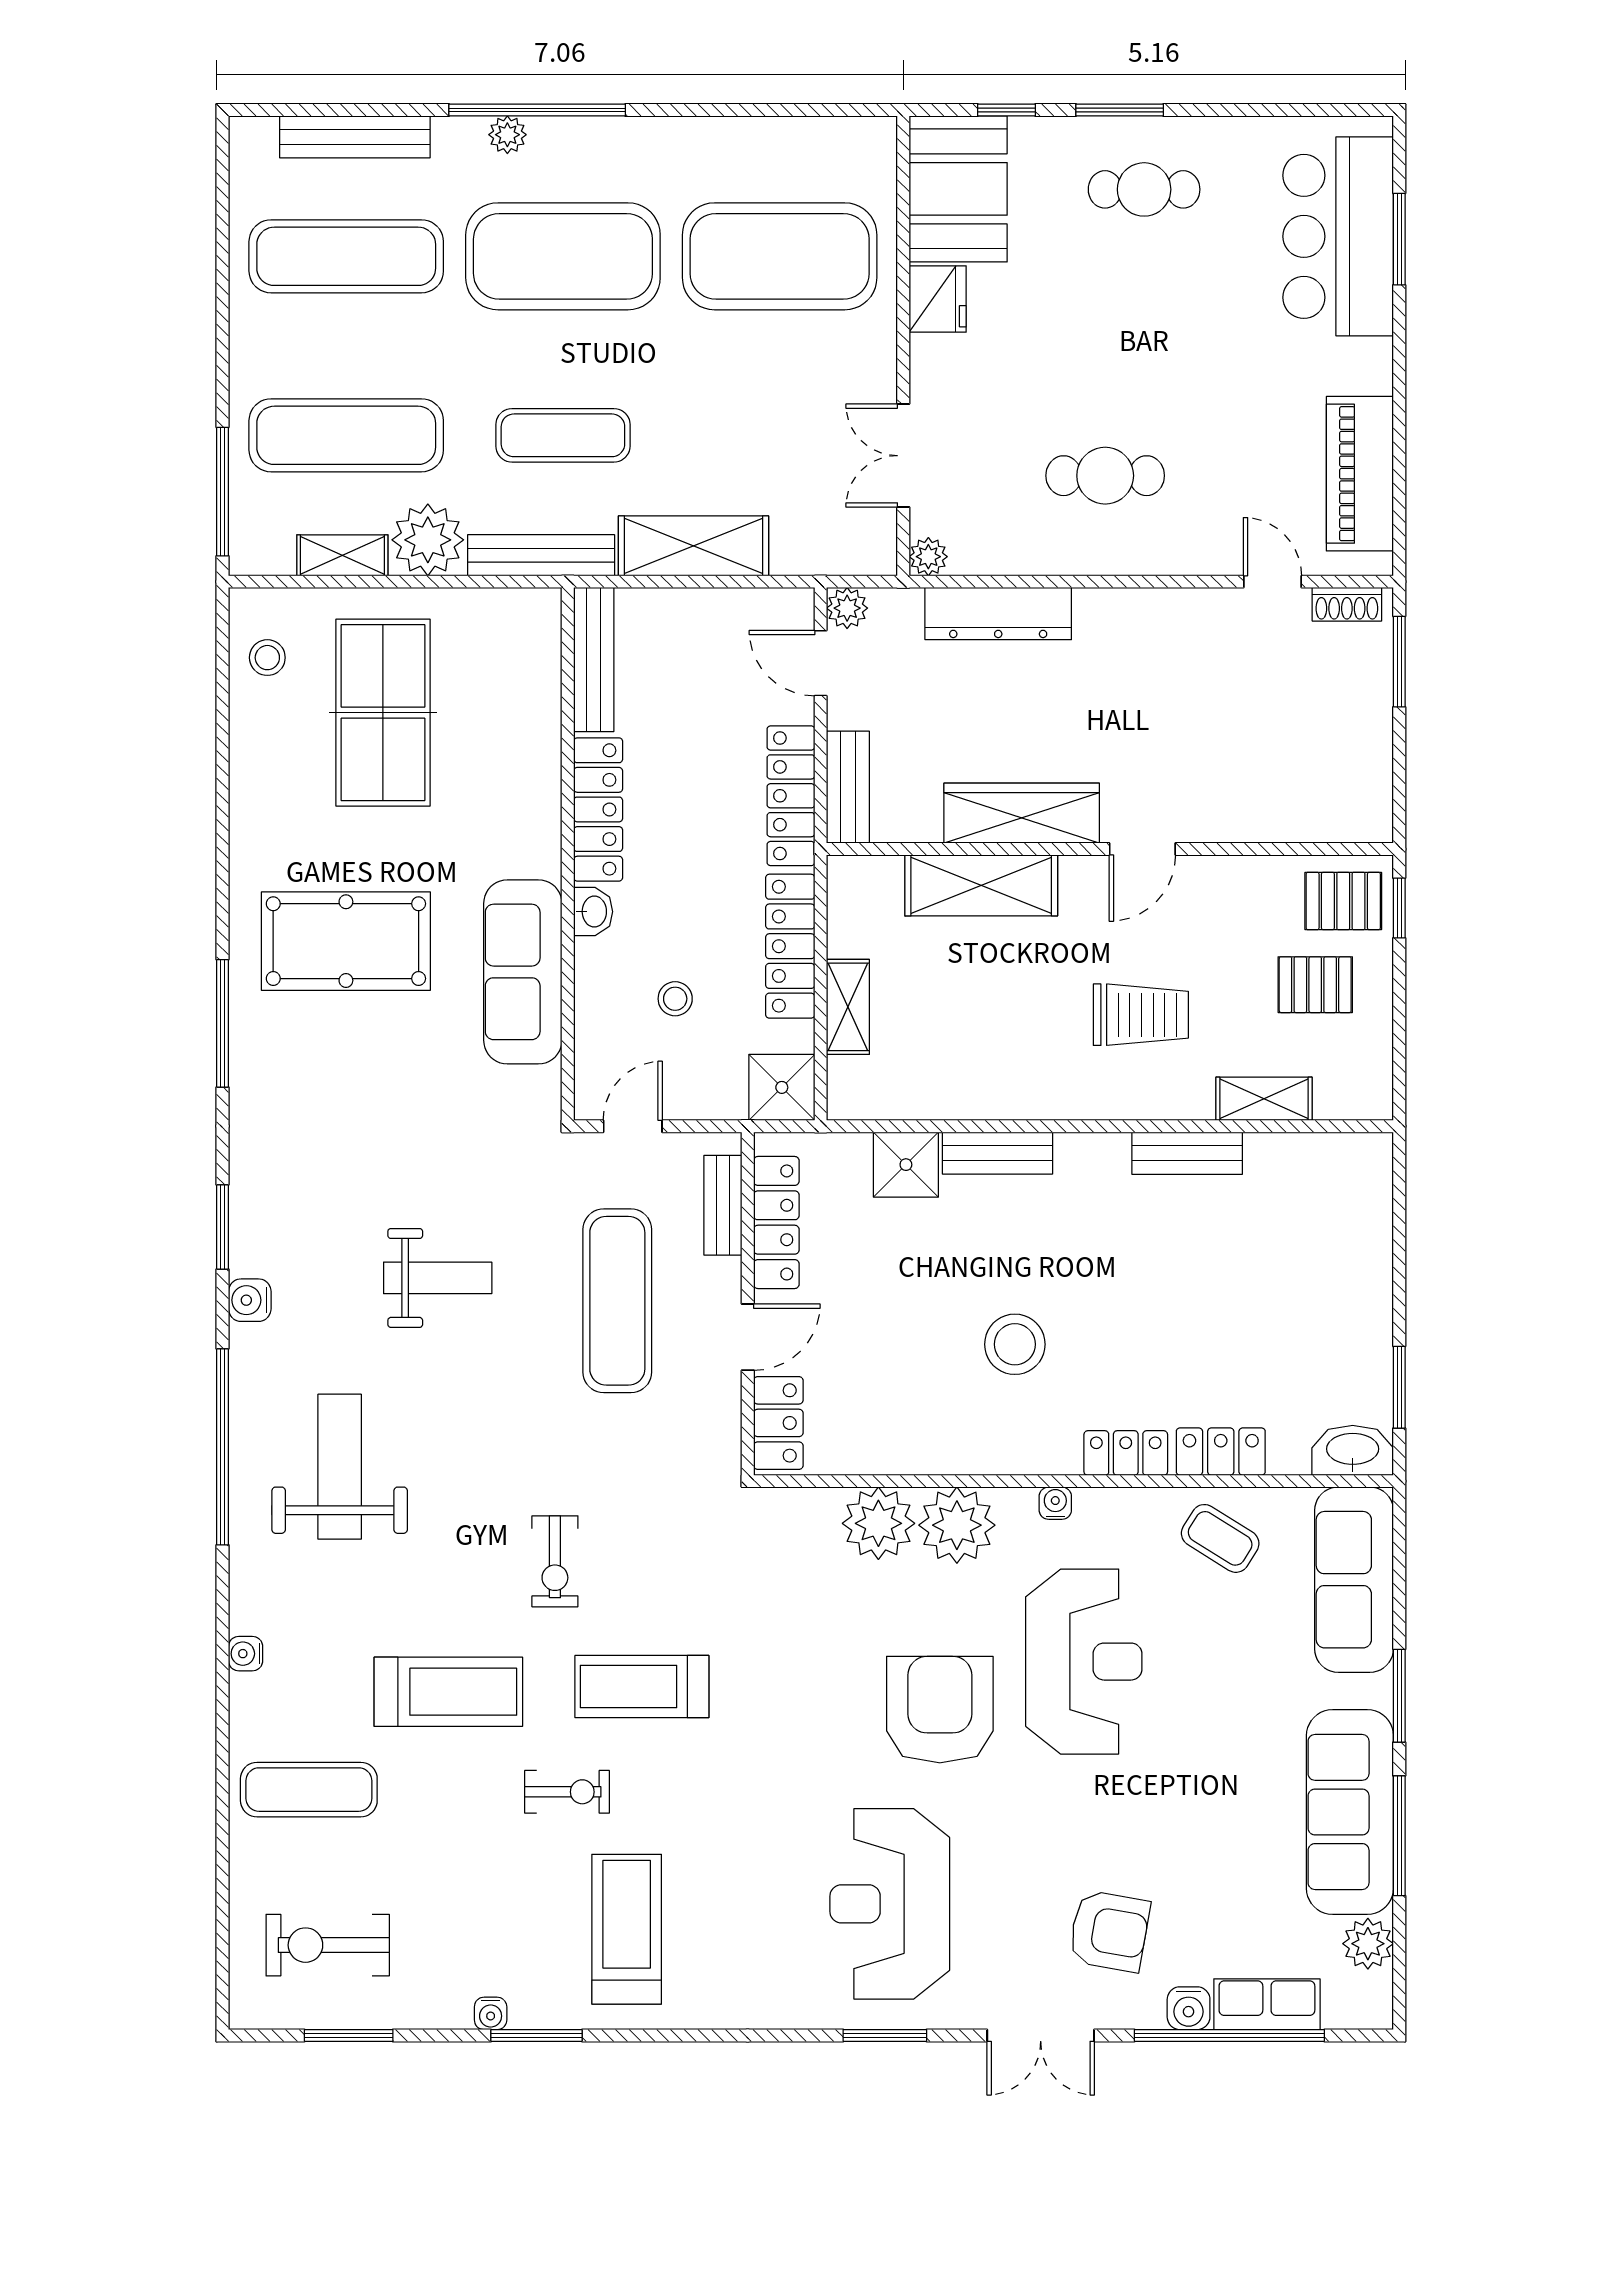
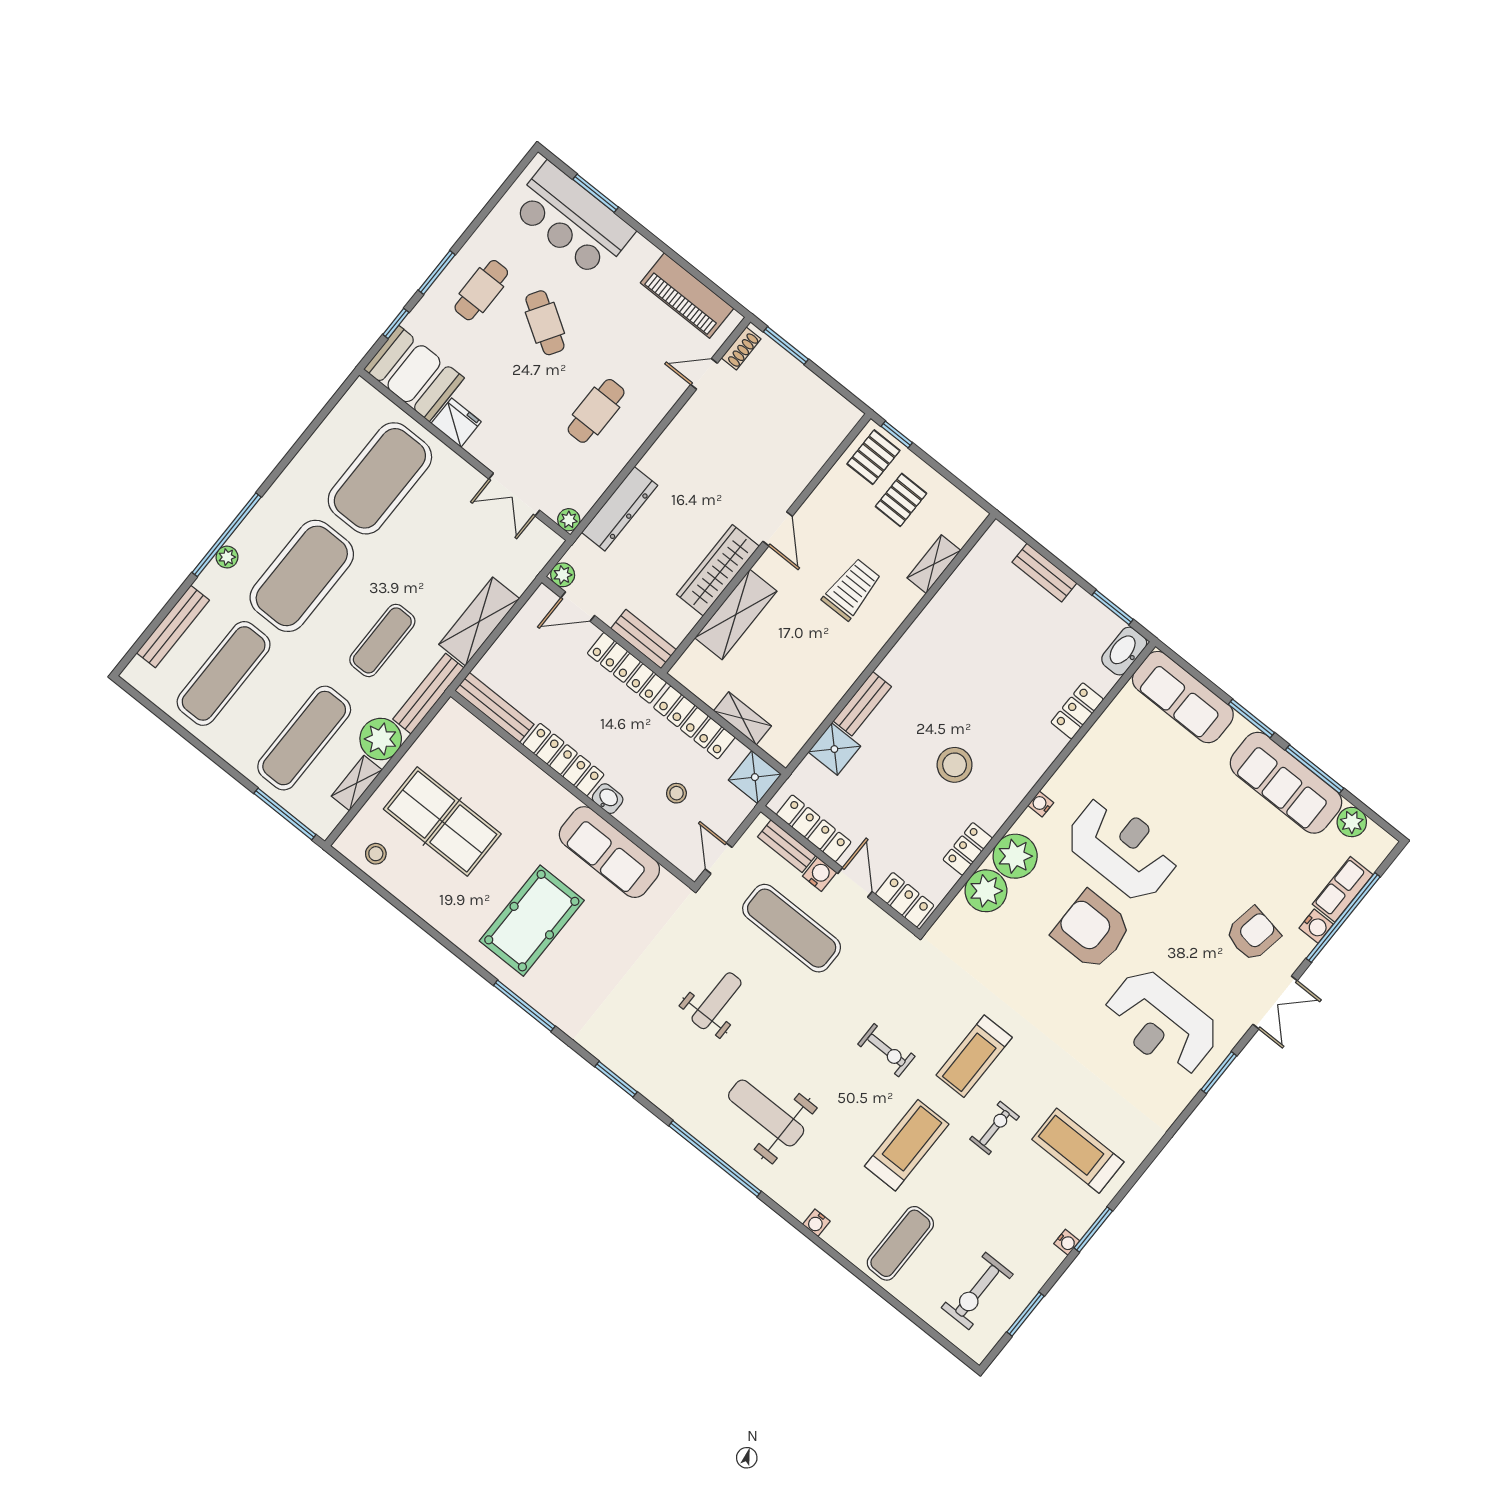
cafe table: (1169, 311) -> (545, 323), added
bench: (1187, 1153) -> (1044, 573), moved, turned 90
water cooler: (250, 1300) -> (820, 874), moved, turned 180
locker: (1126, 1453) -> (968, 849), moved
coffee table: (1220, 1538) -> (1116, 742), removed

